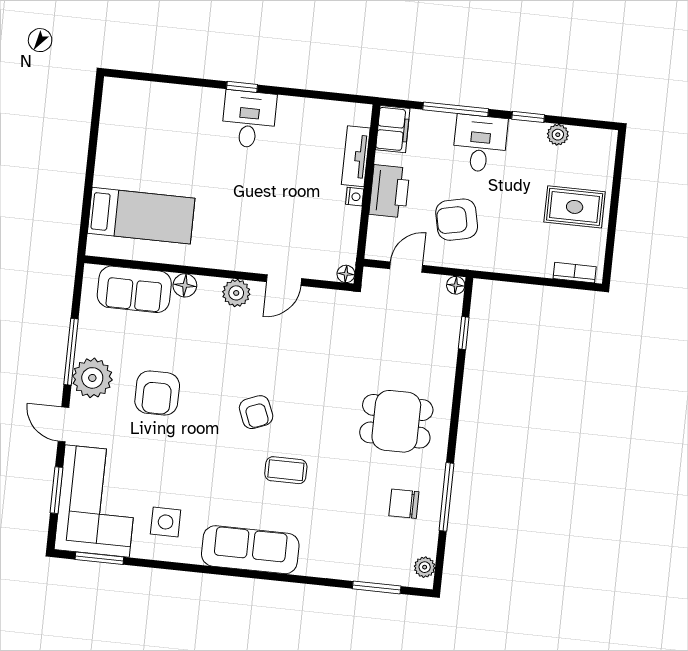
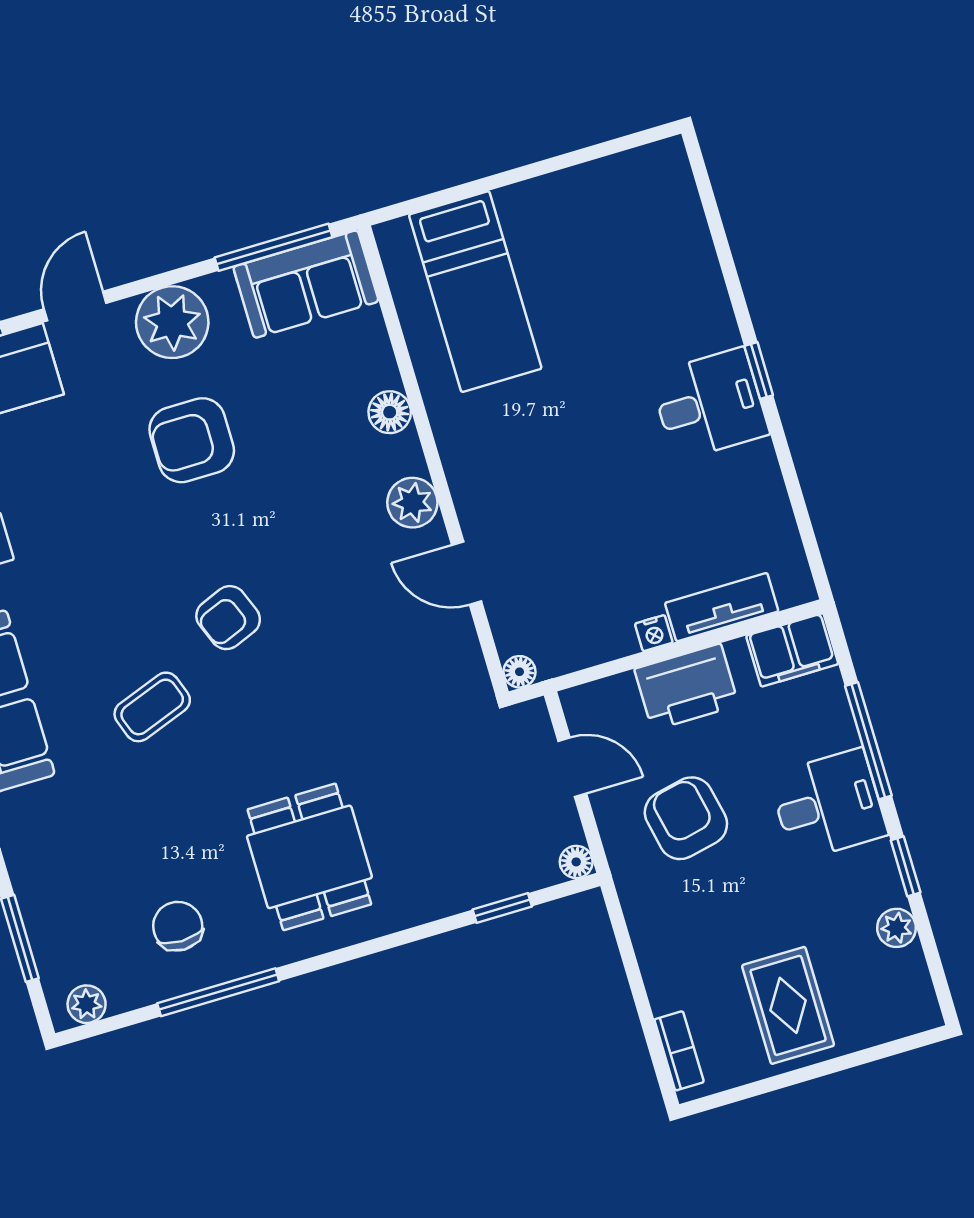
sofa: (134, 289) -> (306, 284), moved, turned -90
window: (71, 352) -> (273, 247), moved
coffee table: (286, 470) -> (152, 707), turned 70

